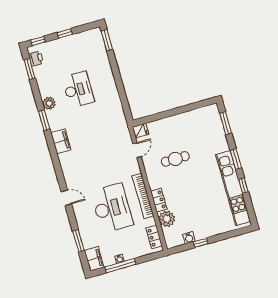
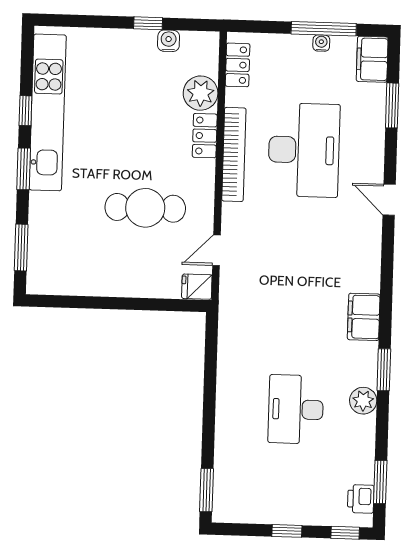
cafe table: (175, 159) -> (145, 208), width x1.37, depth x1.35
desk: (112, 208) -> (304, 150), turned 180

